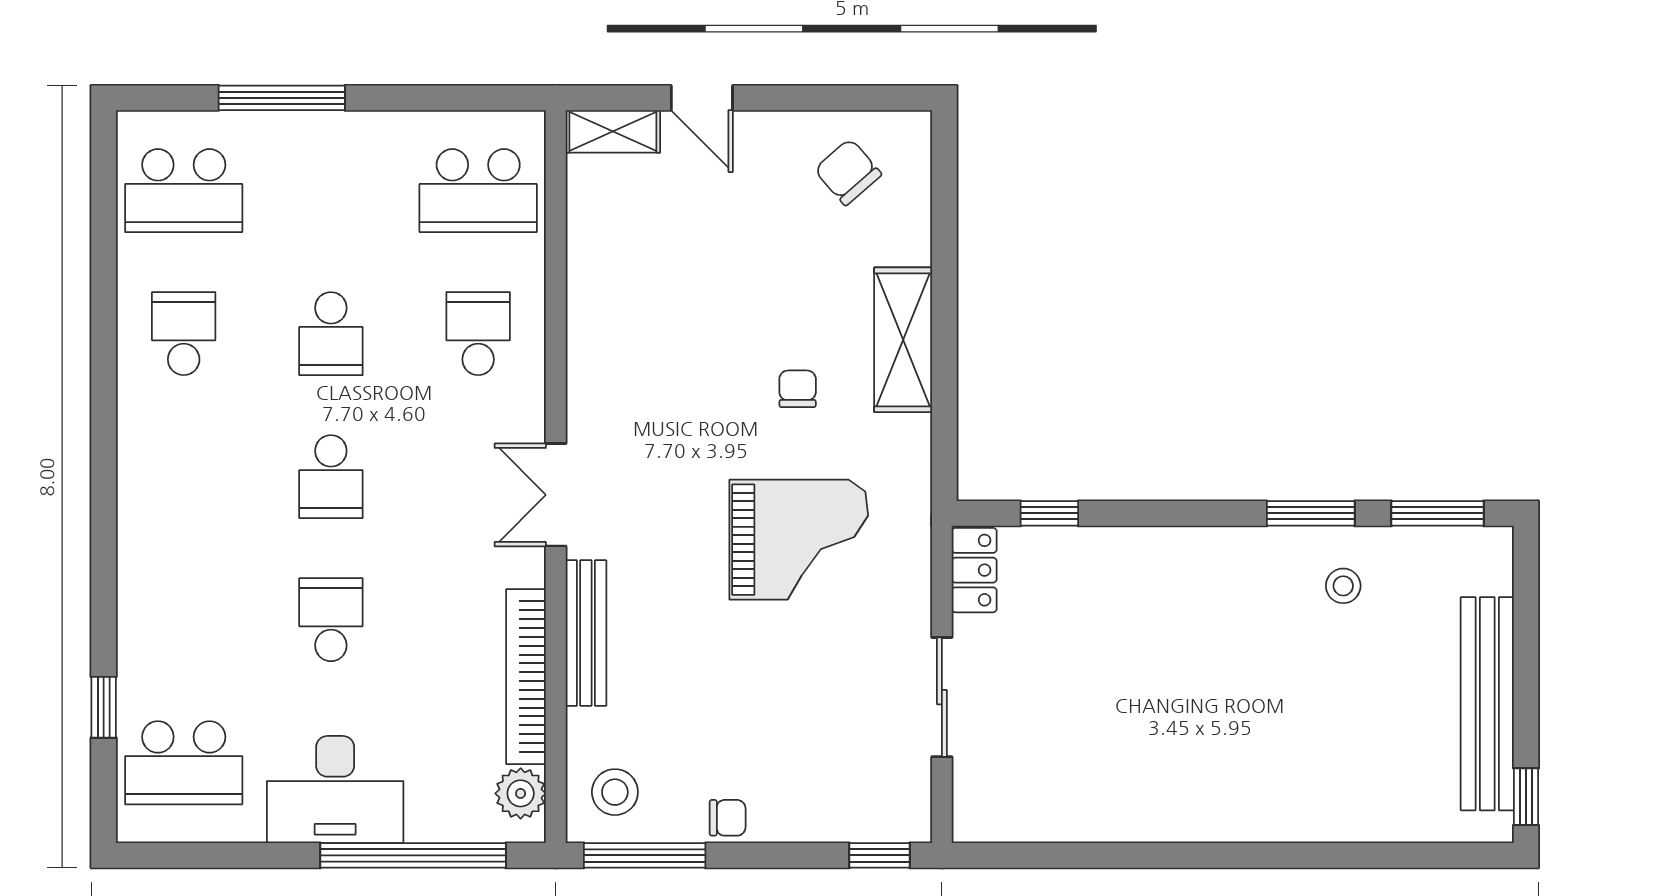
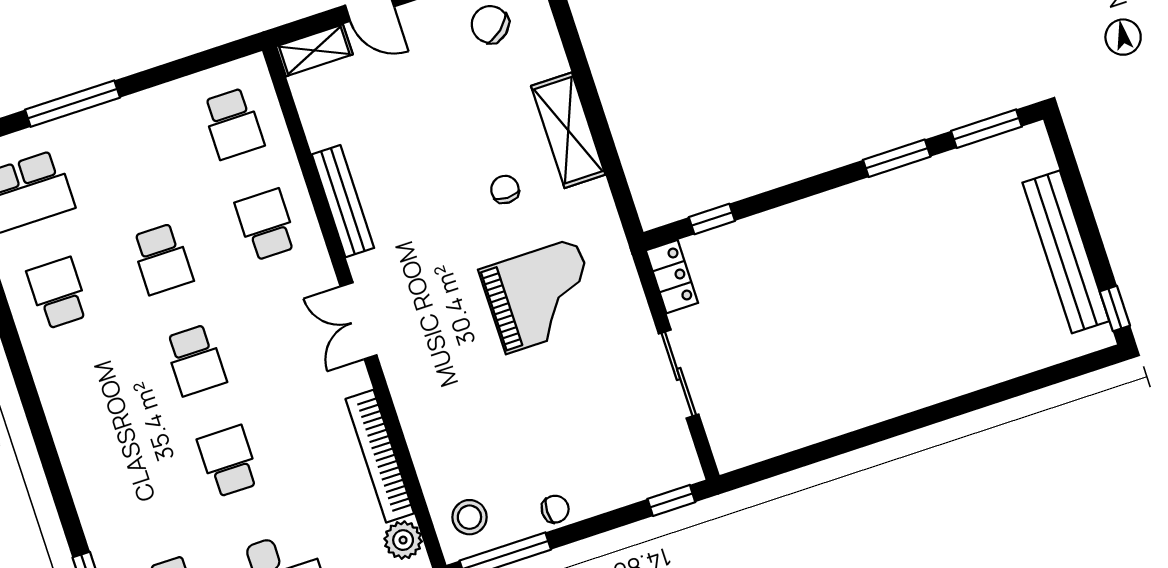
school desk: (478, 191) -> (233, 124), width x0.54
stool: (1343, 586) -> (937, 202), removed
bench: (586, 633) -> (343, 201), moved

